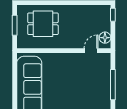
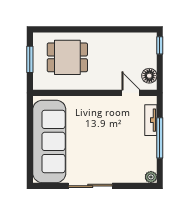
door: (91, 51) -> (131, 93), hinge flipped
tv unit: (106, 71) -> (151, 120), added

